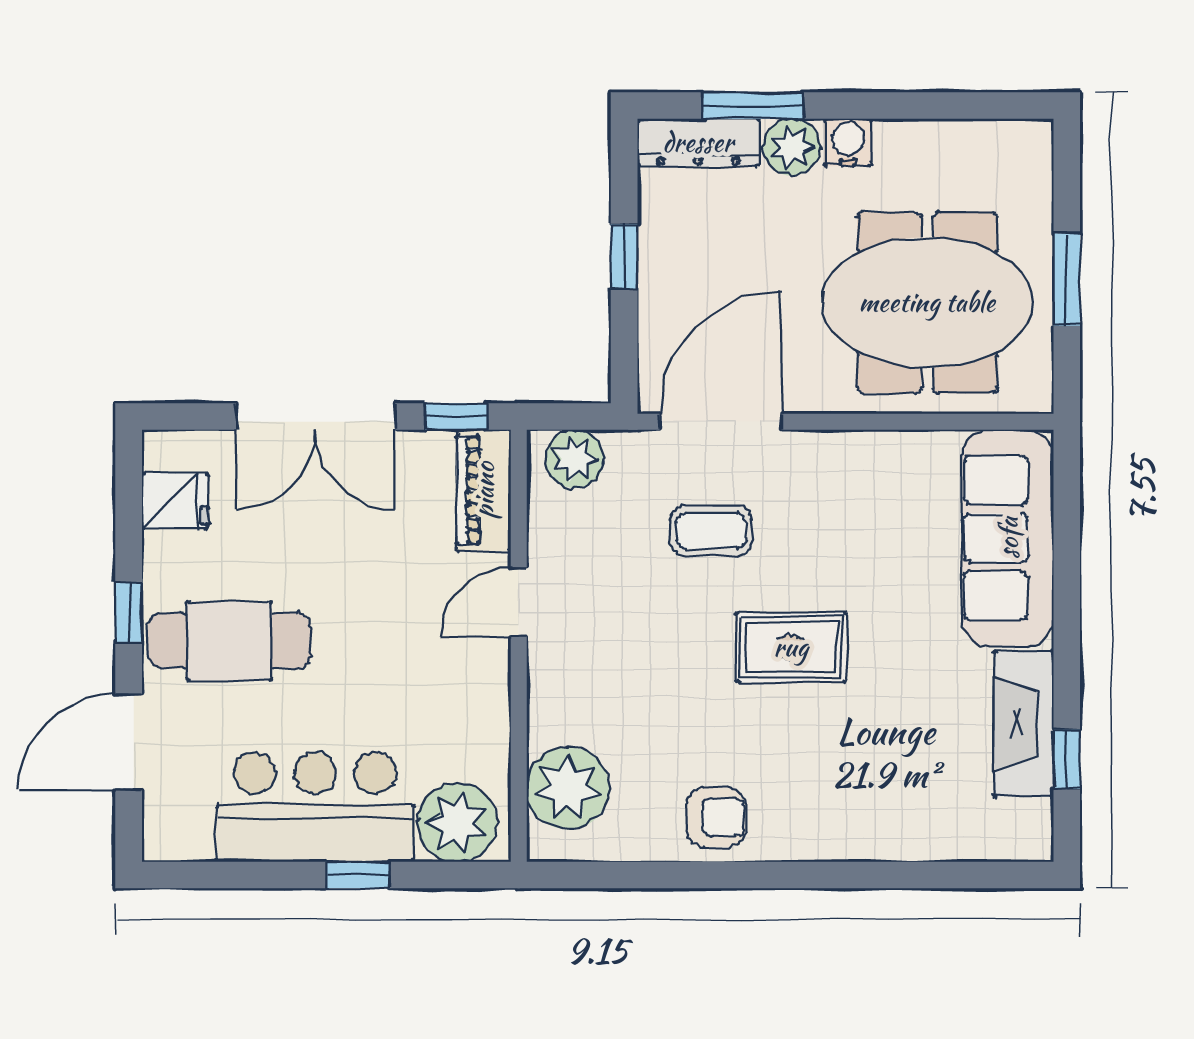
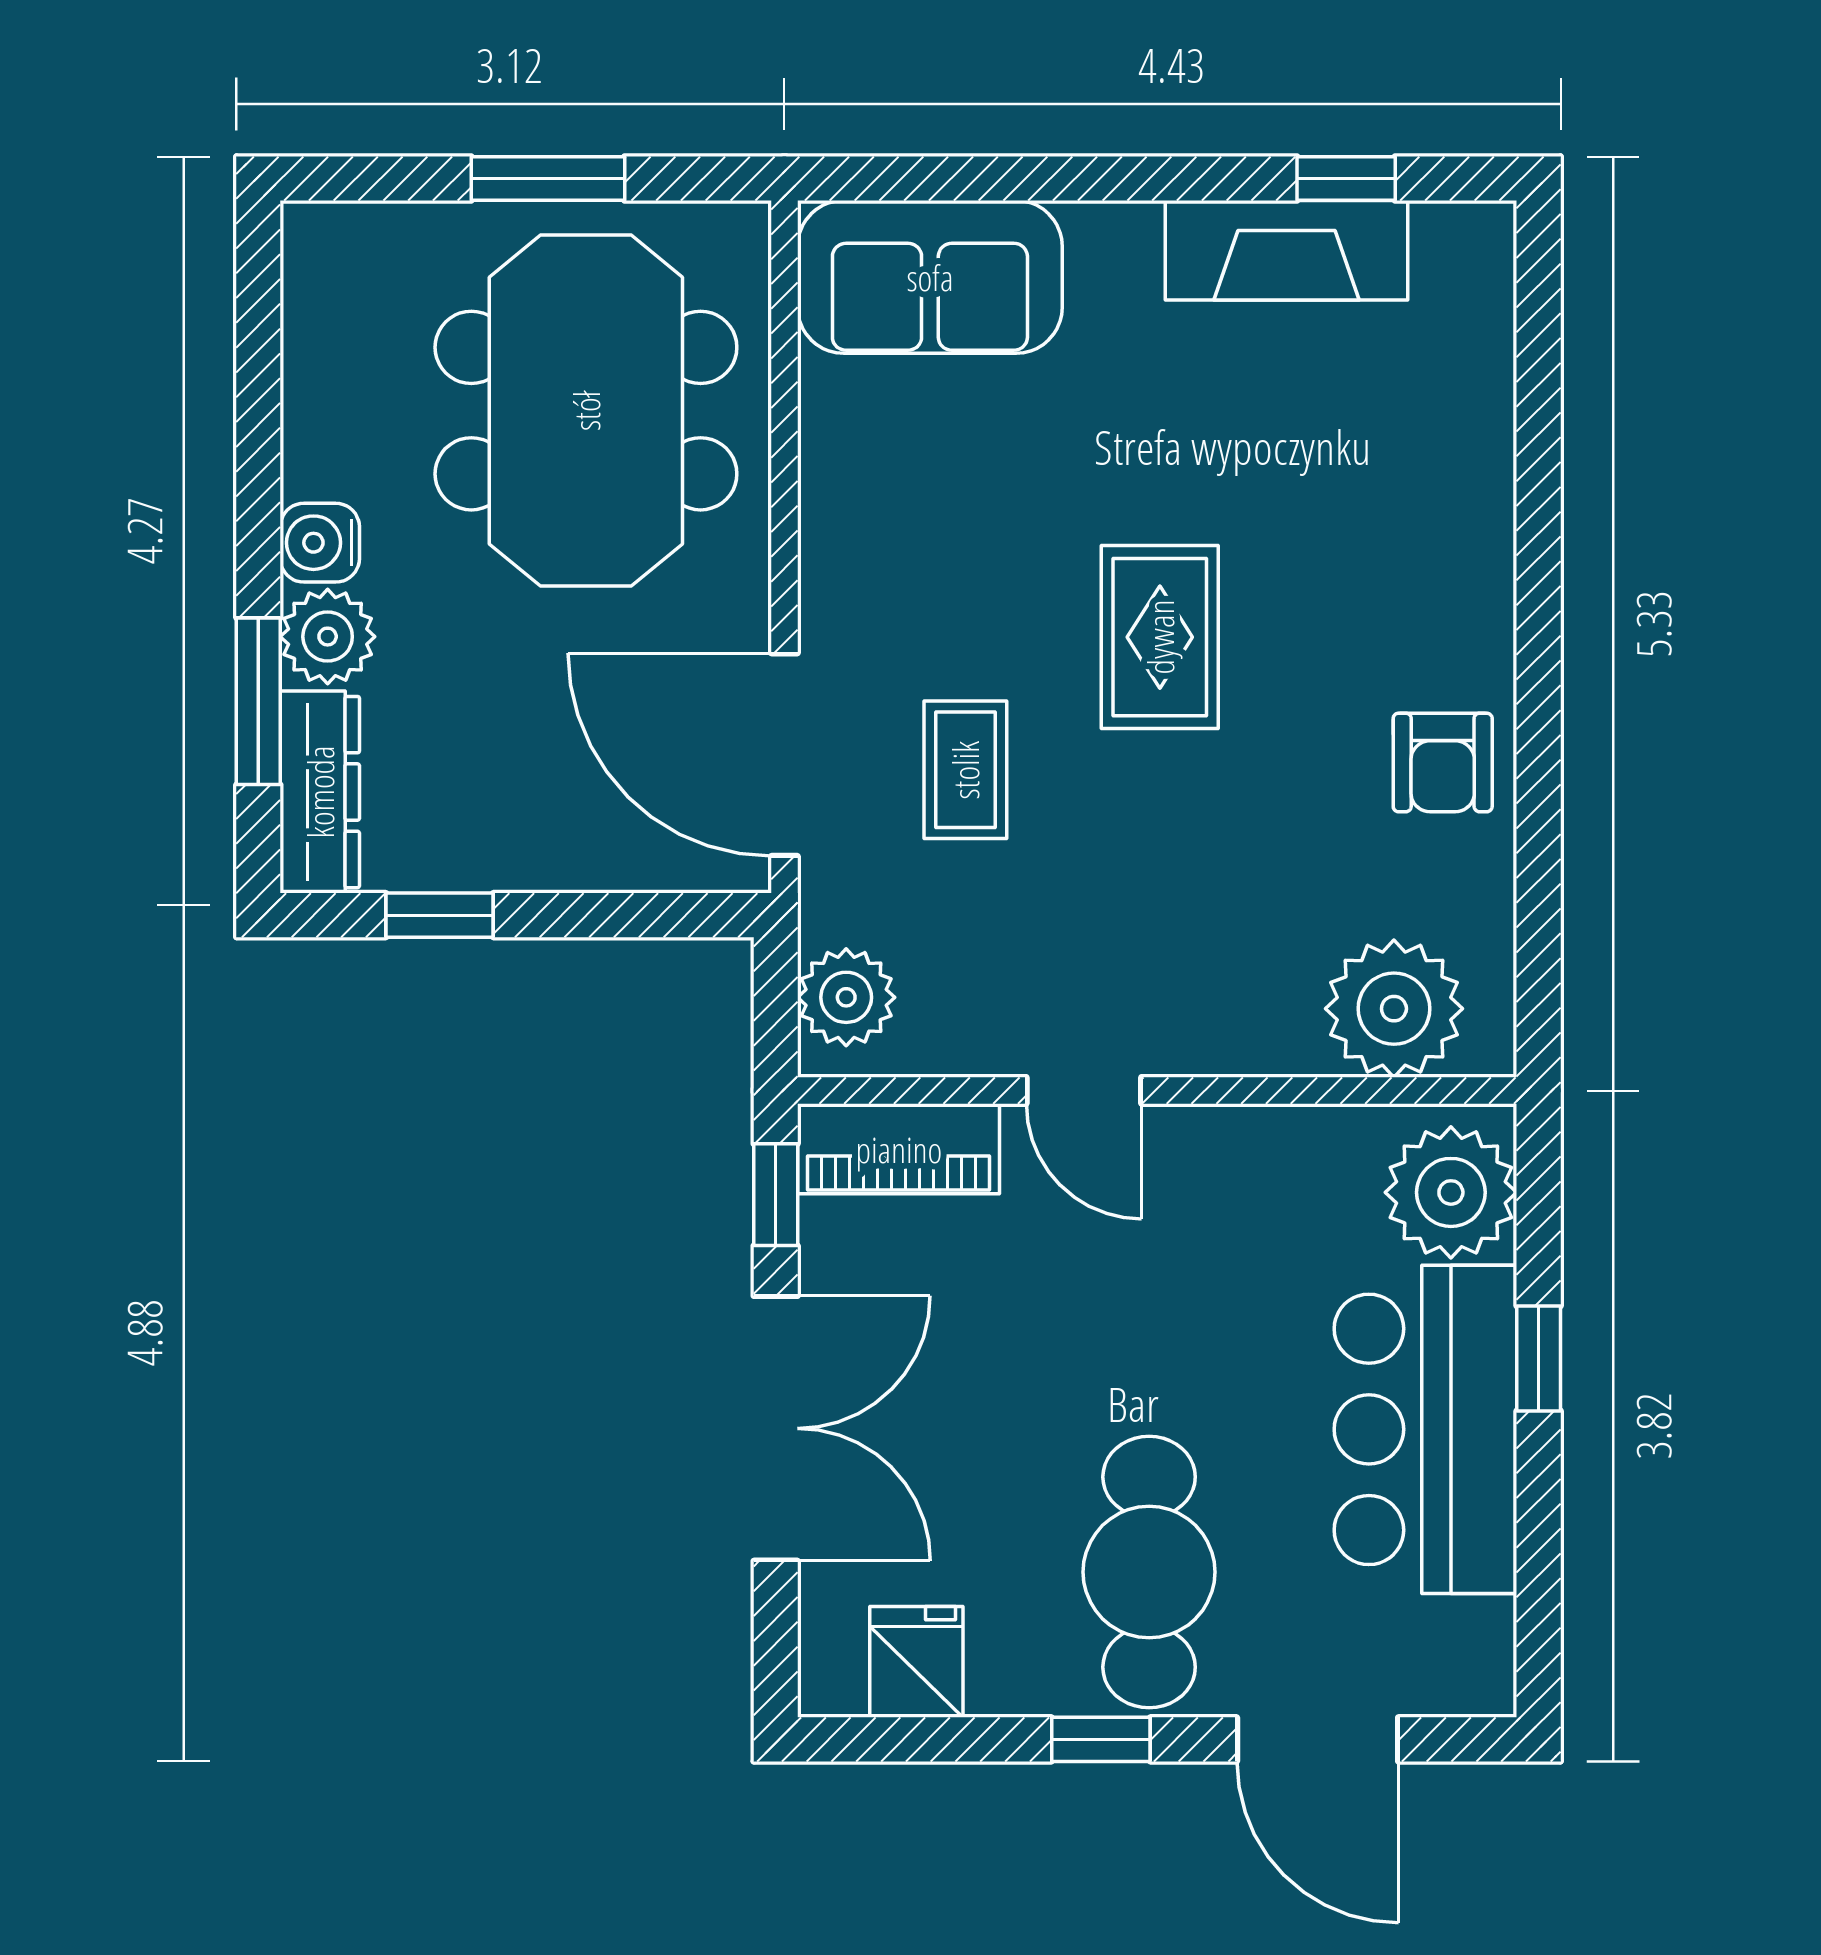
window: (624, 257) -> (440, 915), moved
sofa: (1008, 538) -> (930, 277), width x0.73
armchair: (716, 817) -> (1443, 762), turned 180

